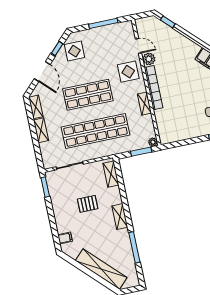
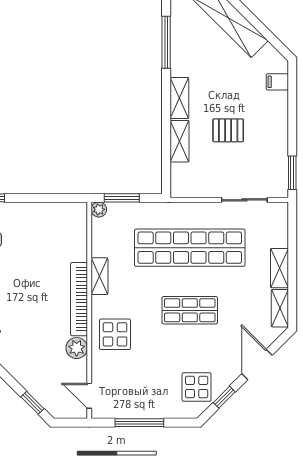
door: (138, 46) -> (89, 396), moved
shop shelf: (88, 95) -> (190, 310), width x0.70, depth x0.74
shelving: (111, 174) -> (179, 141), moved

